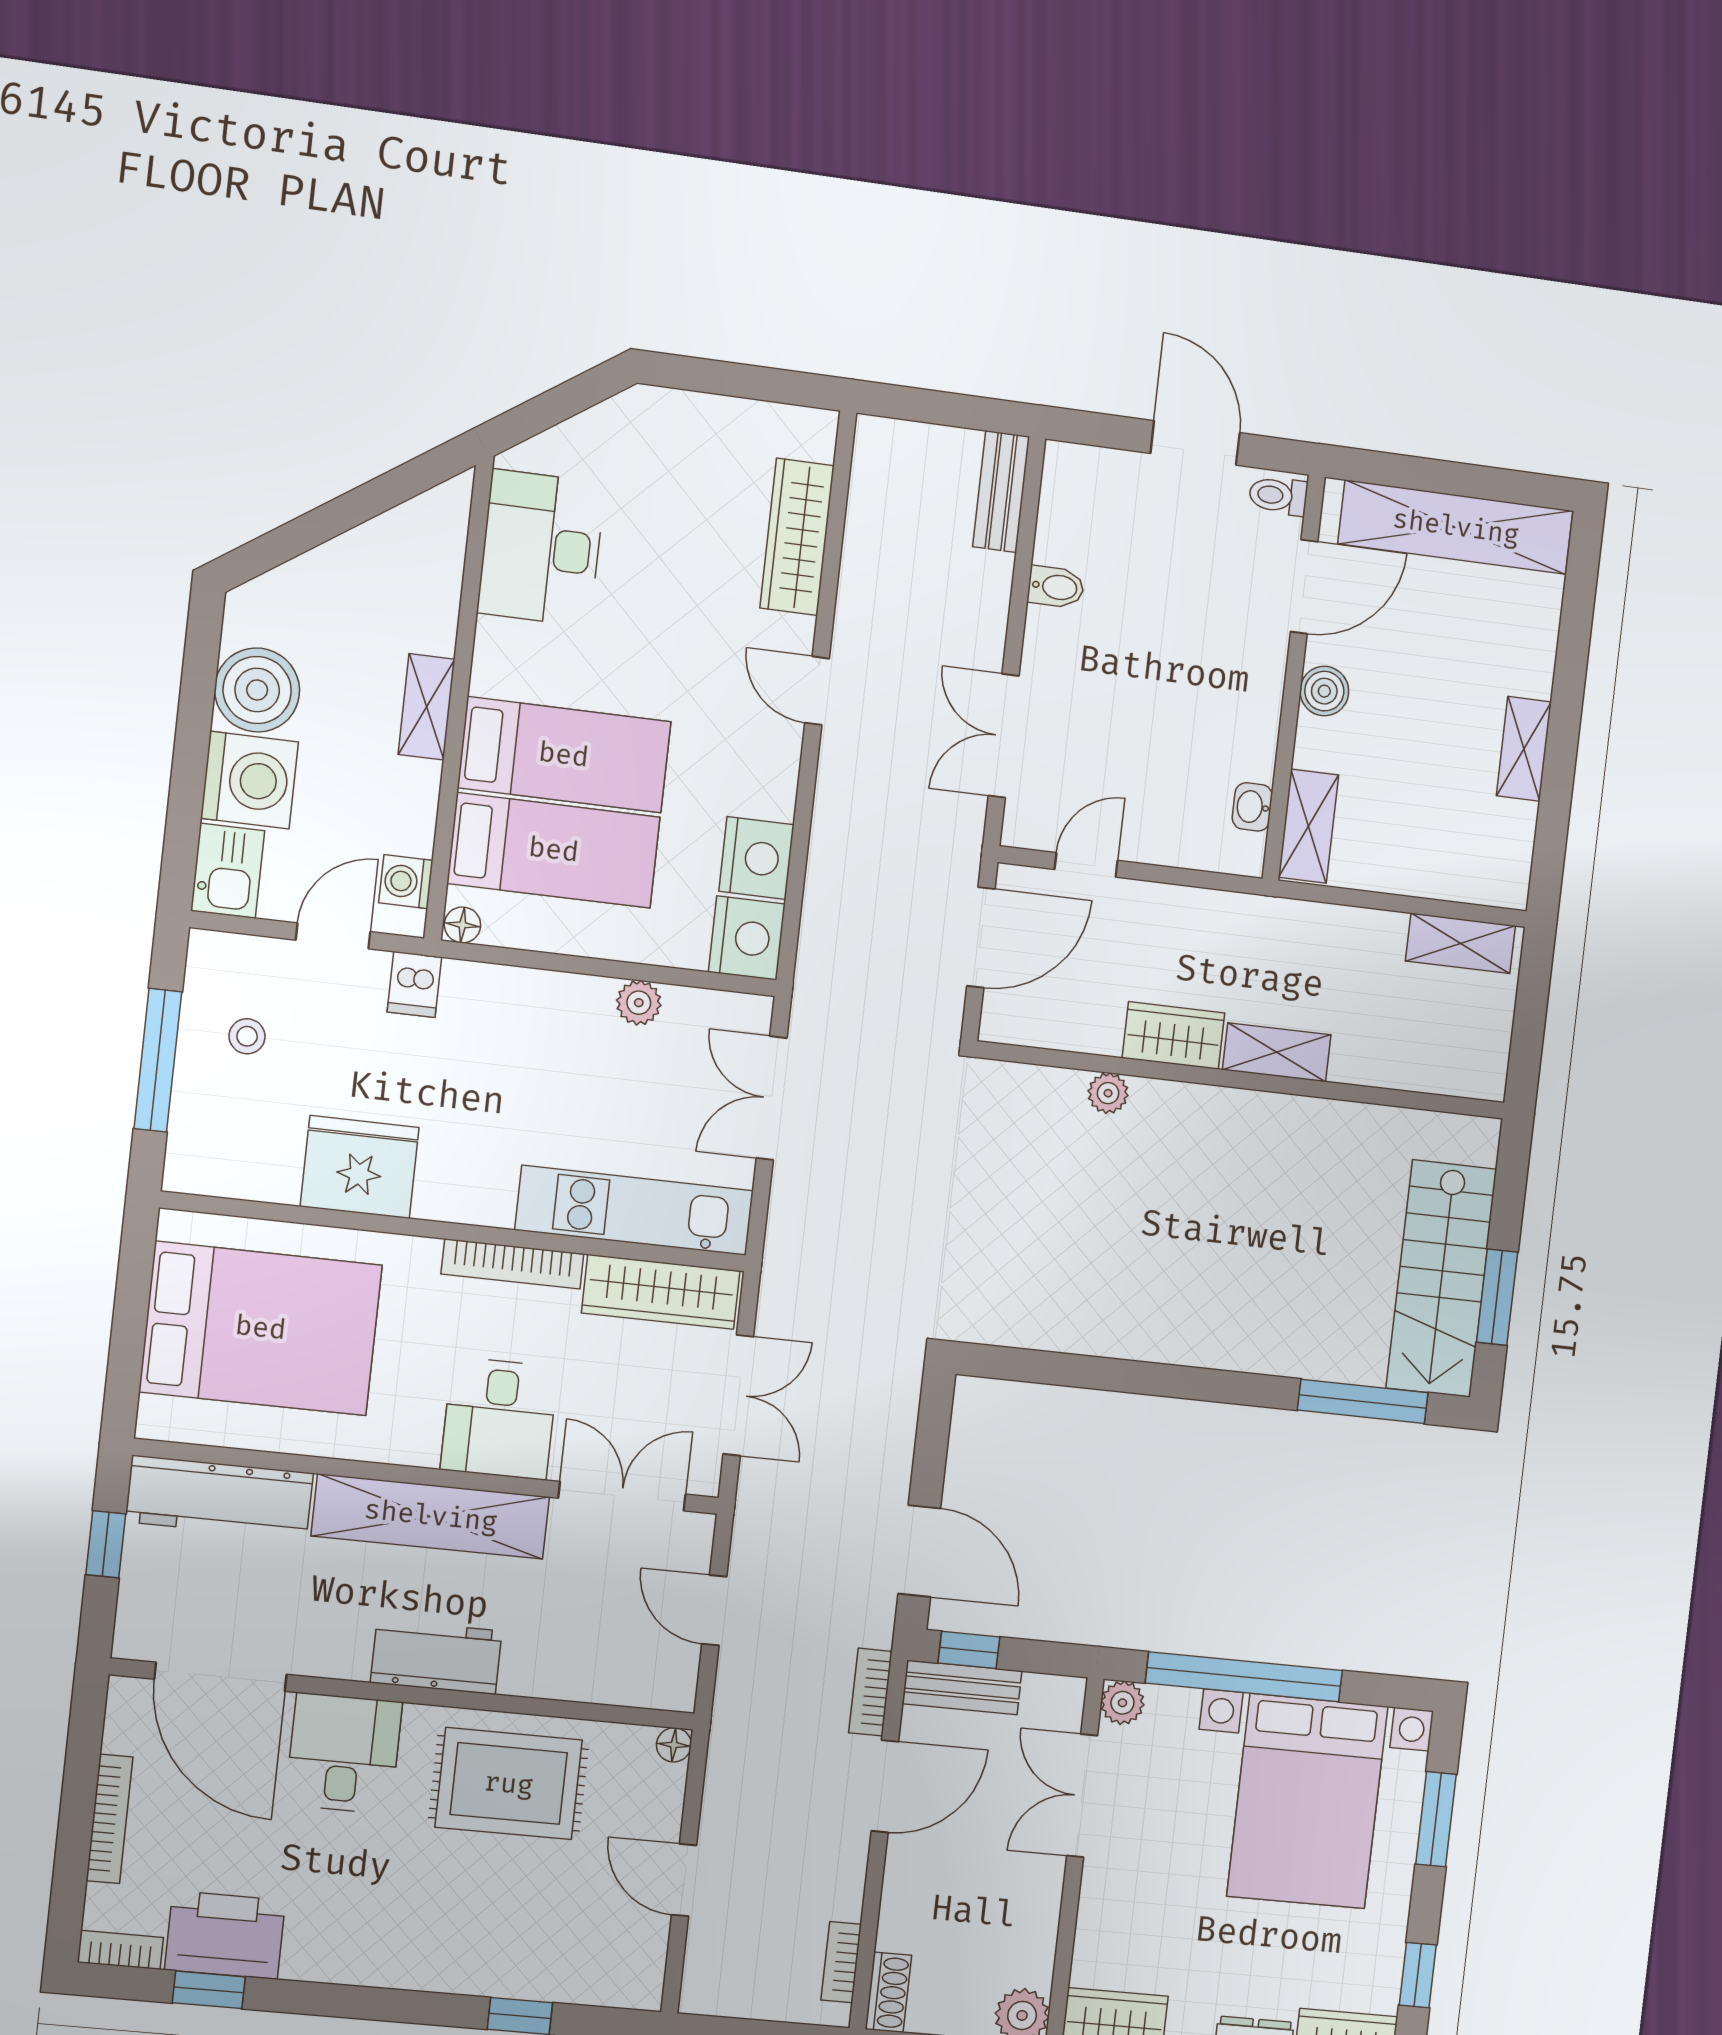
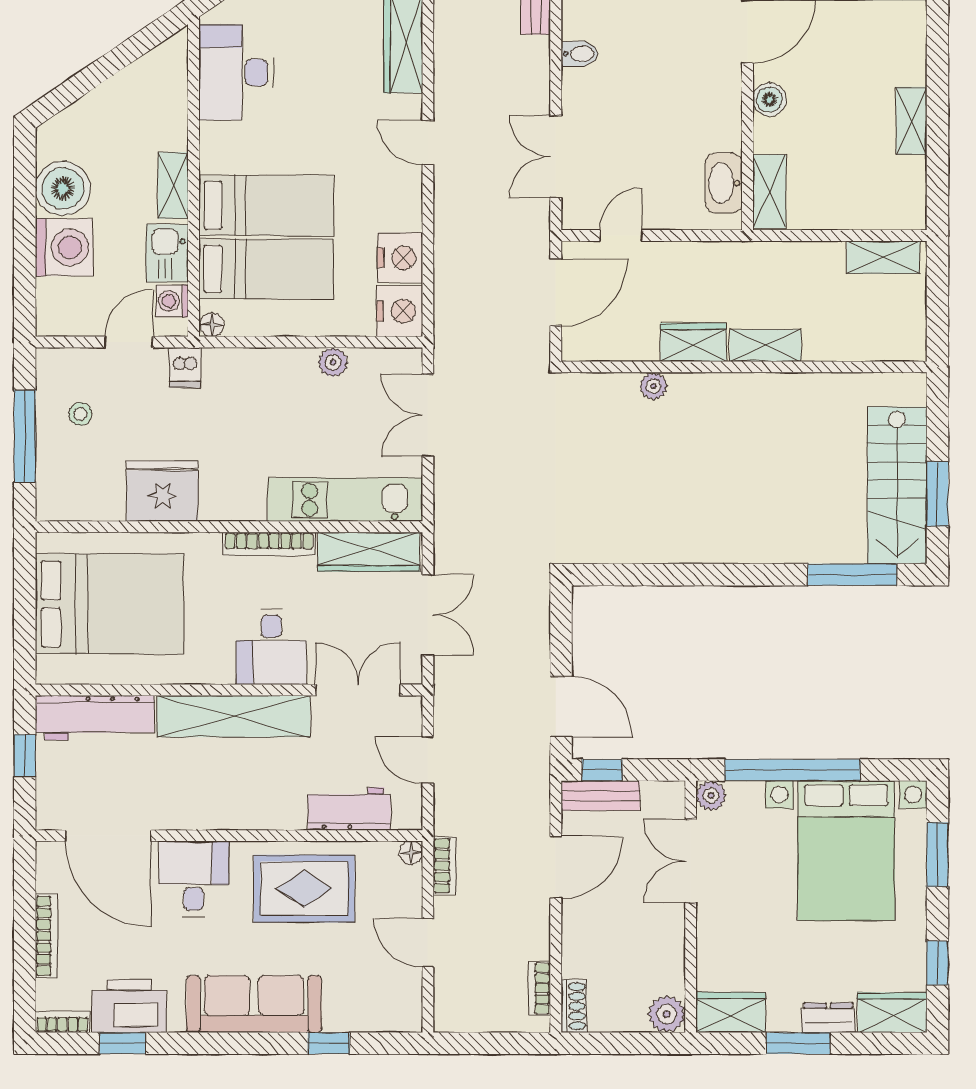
washbasin: (1252, 807) -> (724, 183), width x1.91, depth x1.45
kitchen sink: (228, 871) -> (167, 253), moved, turned 180
workbench: (436, 1657) -> (349, 809), moved
bookcase: (870, 1692) -> (445, 866), moved, turned 180
sofa: (414, 1948) -> (254, 1004), added

